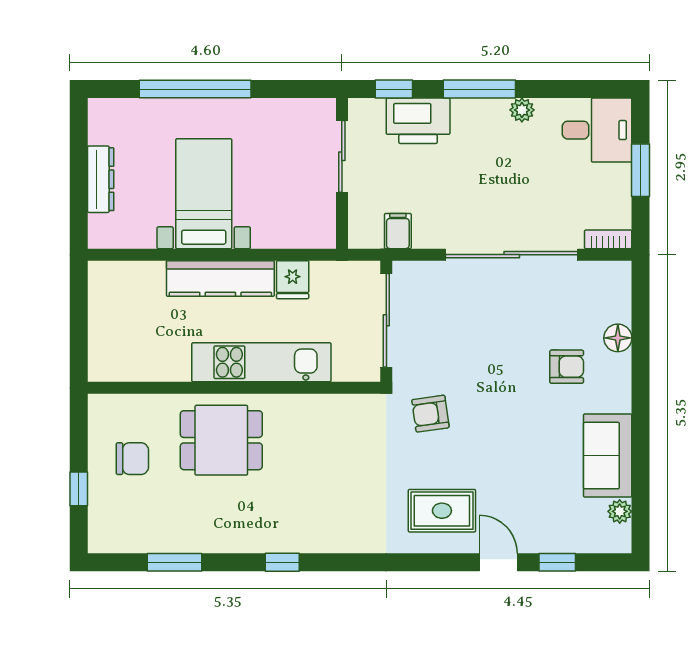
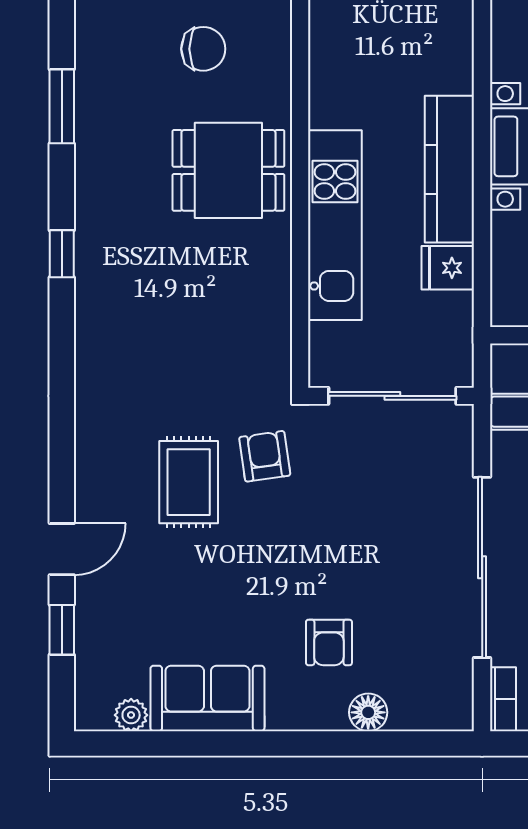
dining table: (221, 440) -> (228, 170), turned 90
chair: (132, 459) -> (203, 49), turned -90
rug: (442, 511) -> (189, 482), moved

